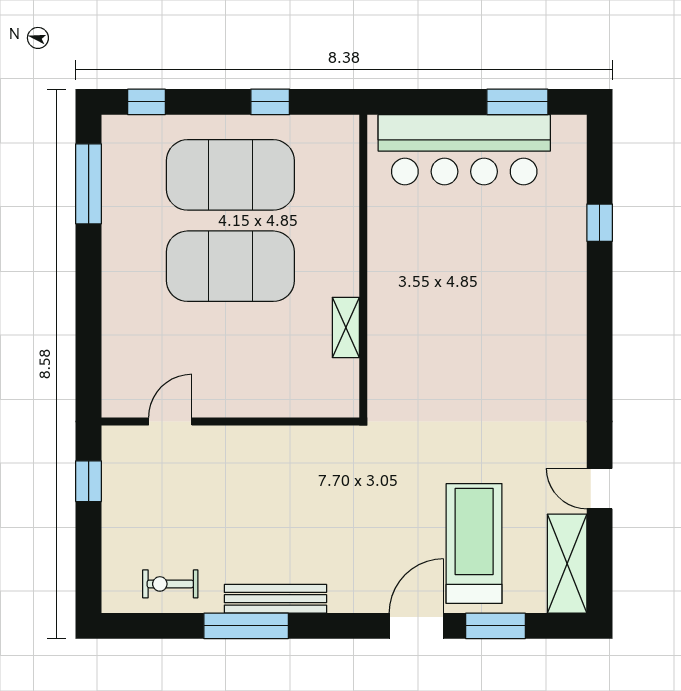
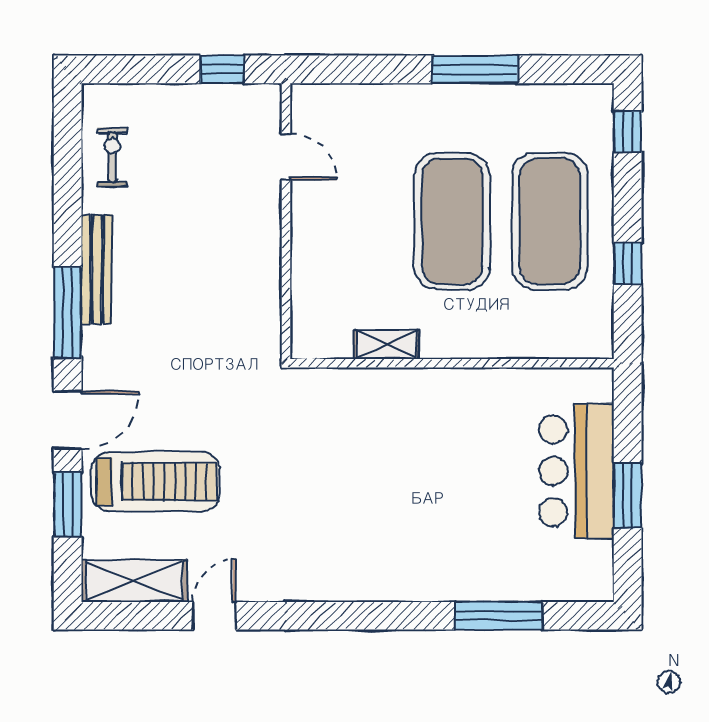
window: (517, 102) -> (628, 496), moved
bar counter: (464, 150) -> (576, 471), width x0.73
window: (89, 184) -> (475, 69), moved
window: (600, 223) -> (499, 616), width x2.17
window: (246, 626) -> (68, 312), moved
door: (416, 626) -> (68, 420), hinge flipped

